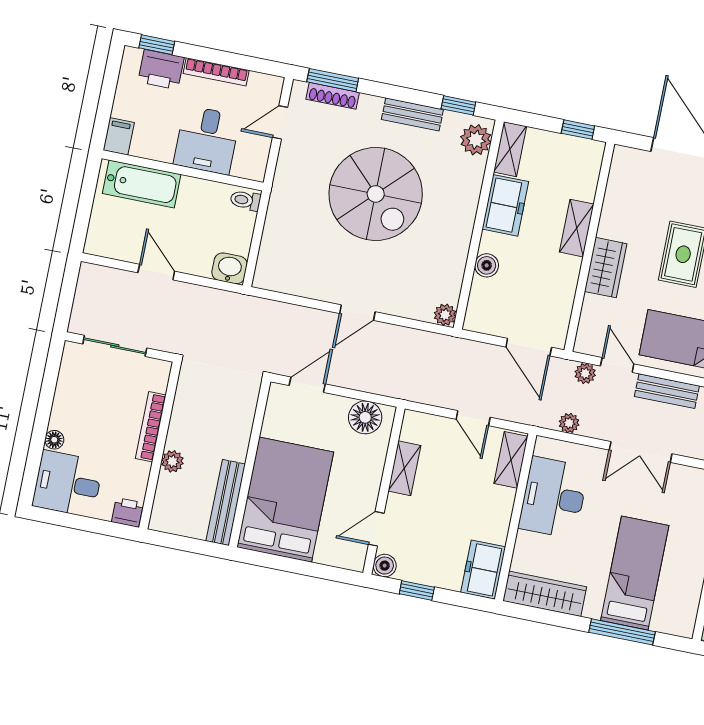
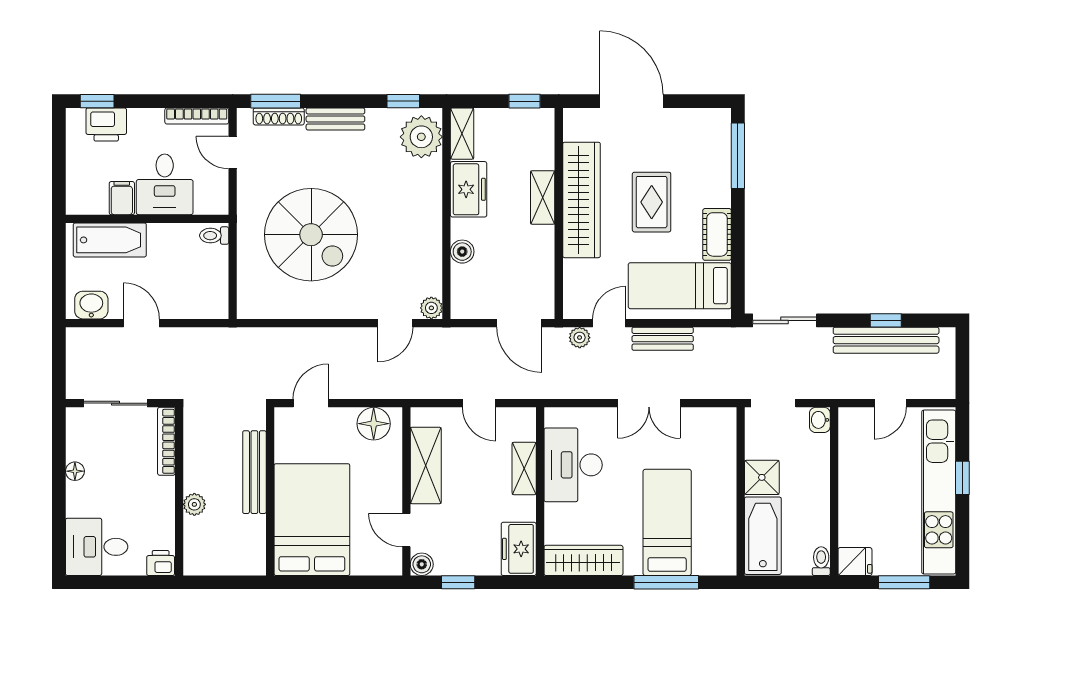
bookcase: (216, 72) -> (197, 116), moved
bench: (412, 114) -> (335, 119), moved
door: (280, 122) -> (233, 153), hinge flipped
filing cabinet: (119, 136) -> (122, 198), moved
plant: (476, 140) -> (421, 137), width x1.36, depth x1.36
spiral stairs: (376, 194) -> (311, 235), moved
washbasin: (230, 268) -> (91, 305), moved
wardrobe: (606, 268) -> (582, 200), width x2.10, depth x1.17
door: (357, 313) -> (395, 323), moved
door: (617, 365) -> (609, 323), hinge flipped
plant: (569, 423) -> (574, 389), removed
bookcase: (151, 427) -> (166, 441), moved
floor lamp: (54, 440) -> (75, 471), moved
shelving: (511, 460) -> (524, 468), moved
shelving: (404, 468) -> (426, 466), width x1.50, depth x1.33
bench: (226, 503) -> (254, 472), moved
door: (376, 529) -> (406, 530), hinge flipped

